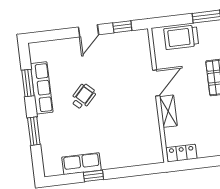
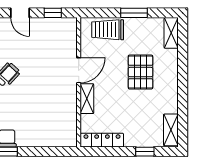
door: (89, 31) -> (20, 13), hinge flipped
locker: (182, 153) -> (102, 140), width x1.53

